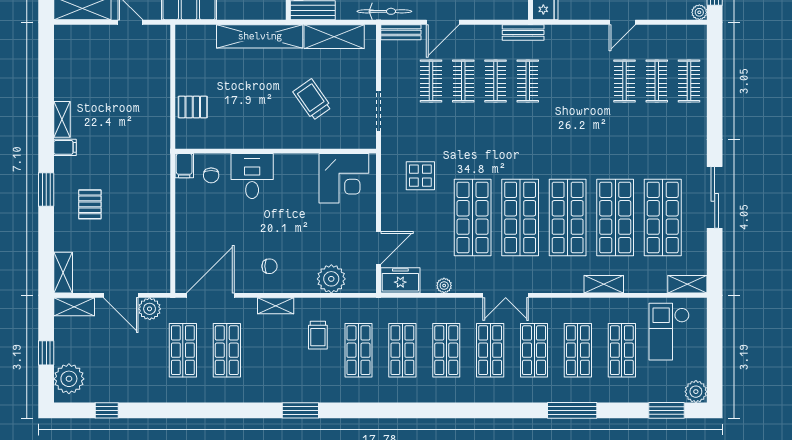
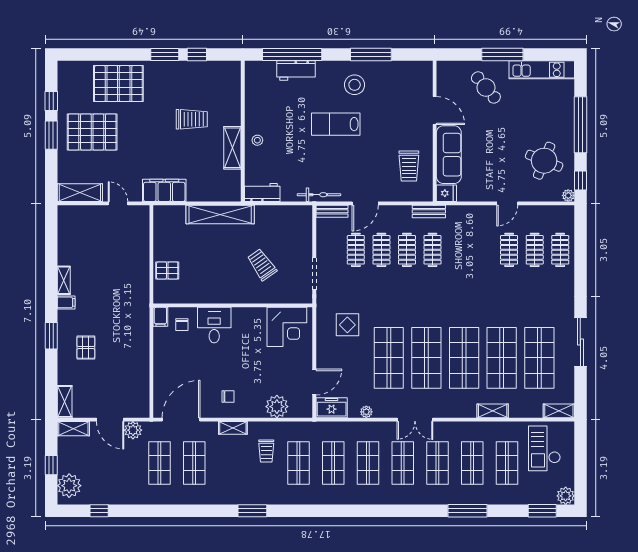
shelving: (334, 37) -> (279, 215), removed

